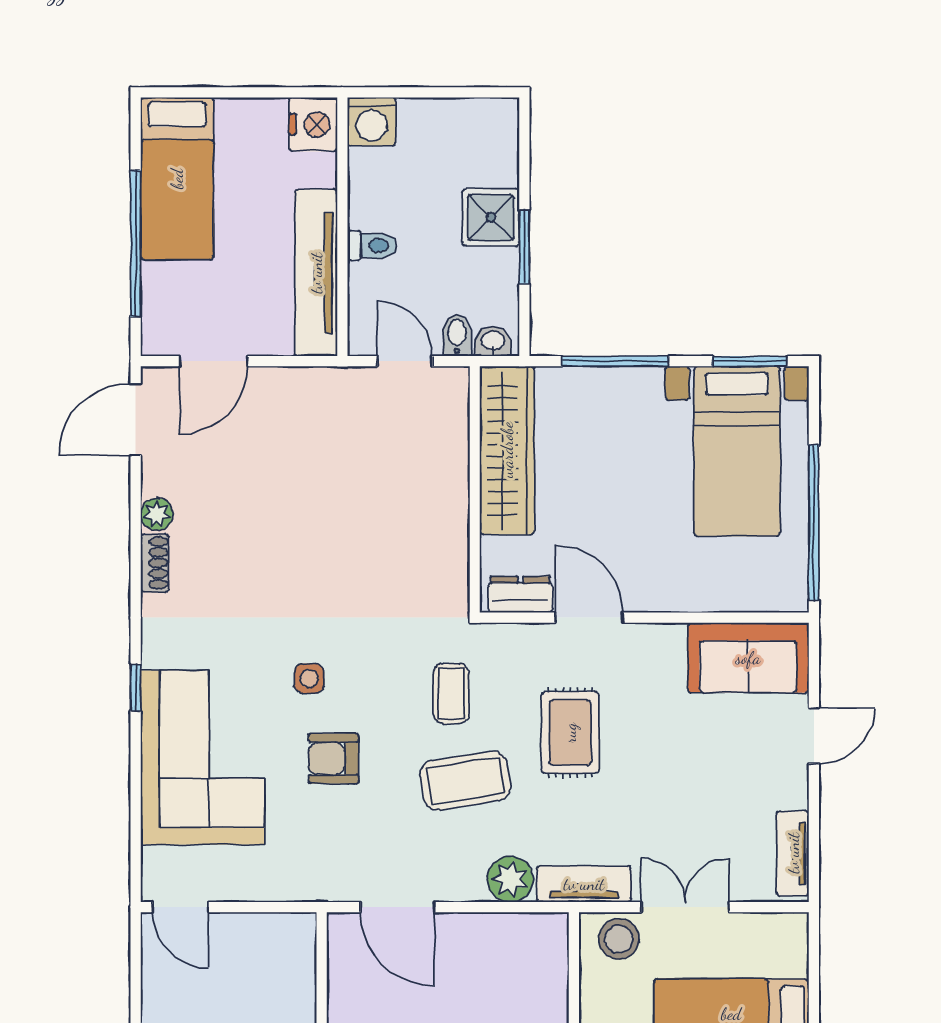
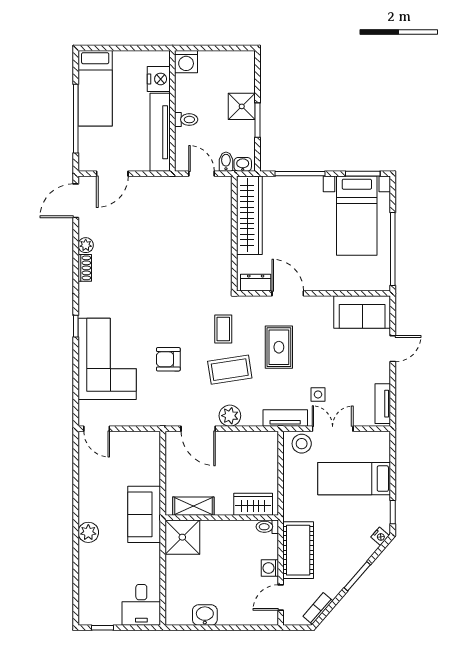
nightstand: (313, 124) -> (159, 79), moved
side table: (309, 679) -> (318, 394), moved
plant: (510, 879) -> (230, 416), moved

